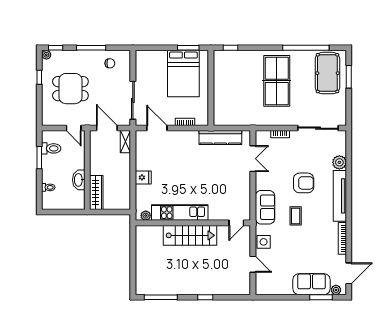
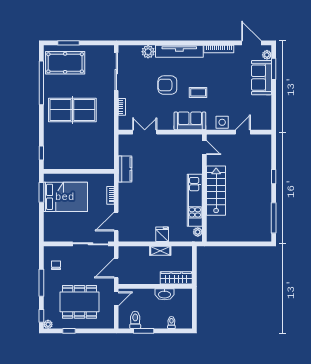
dining table: (70, 89) -> (79, 302), width x1.37
kitchen counter: (220, 138) -> (125, 169), width x0.67
shelving: (125, 142) -> (160, 251), moved
armchair: (304, 183) -> (167, 85), turned -90

